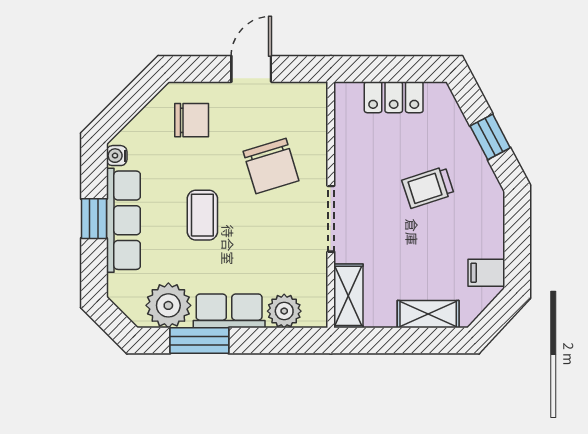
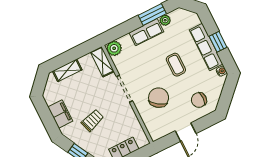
chair: (271, 166) -> (159, 98), turned 52
filing cabinet: (486, 273) -> (60, 114), moved, width x2.00
plant: (168, 305) -> (165, 20), width x0.53, depth x0.53
plant: (284, 311) -> (114, 48), moved

